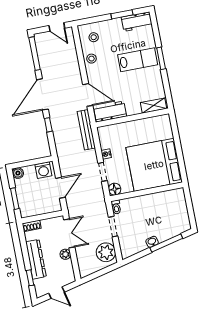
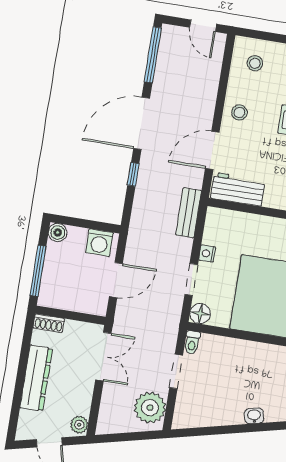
stool: (91, 59) -> (239, 113), moved
door: (88, 95) -> (212, 150), swing flipped
bench: (86, 130) -> (189, 213), width x0.73
window: (15, 199) -> (38, 271), width x1.44
washbasin: (152, 242) -> (254, 416), moved
window: (166, 243) -> (250, 428), removed
plant: (65, 254) -> (79, 425), moved
window: (30, 278) -> (16, 404), removed

